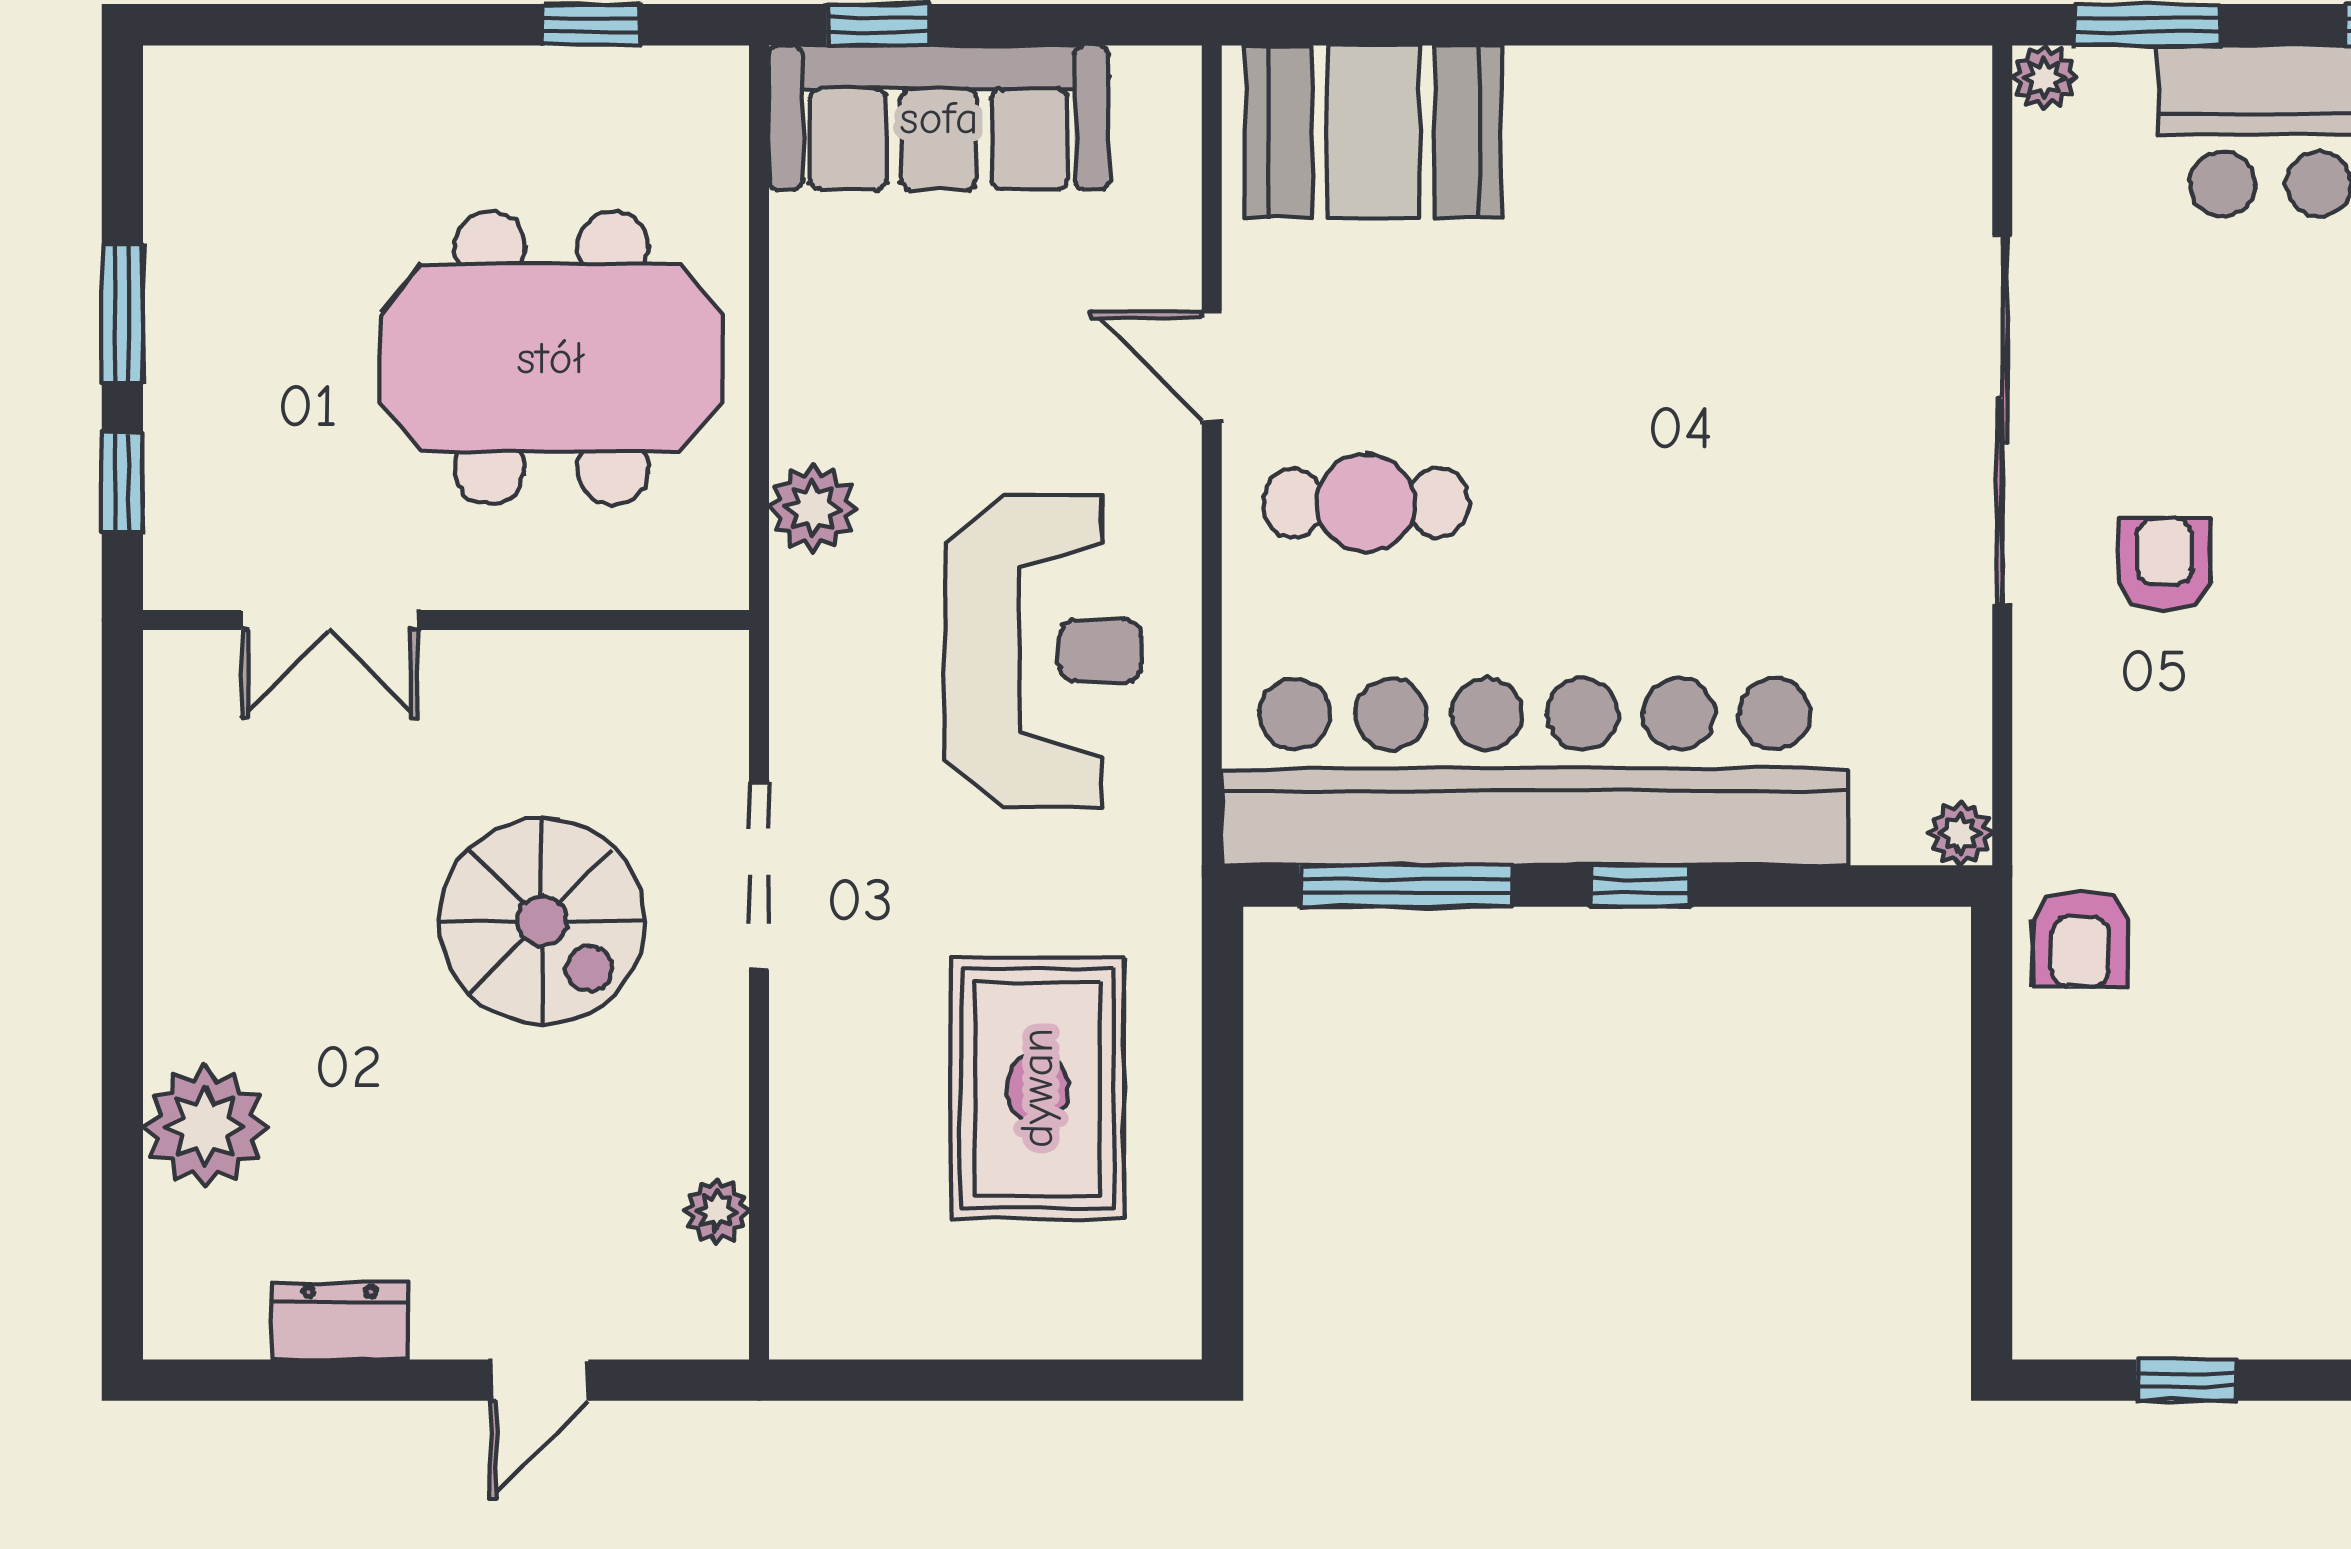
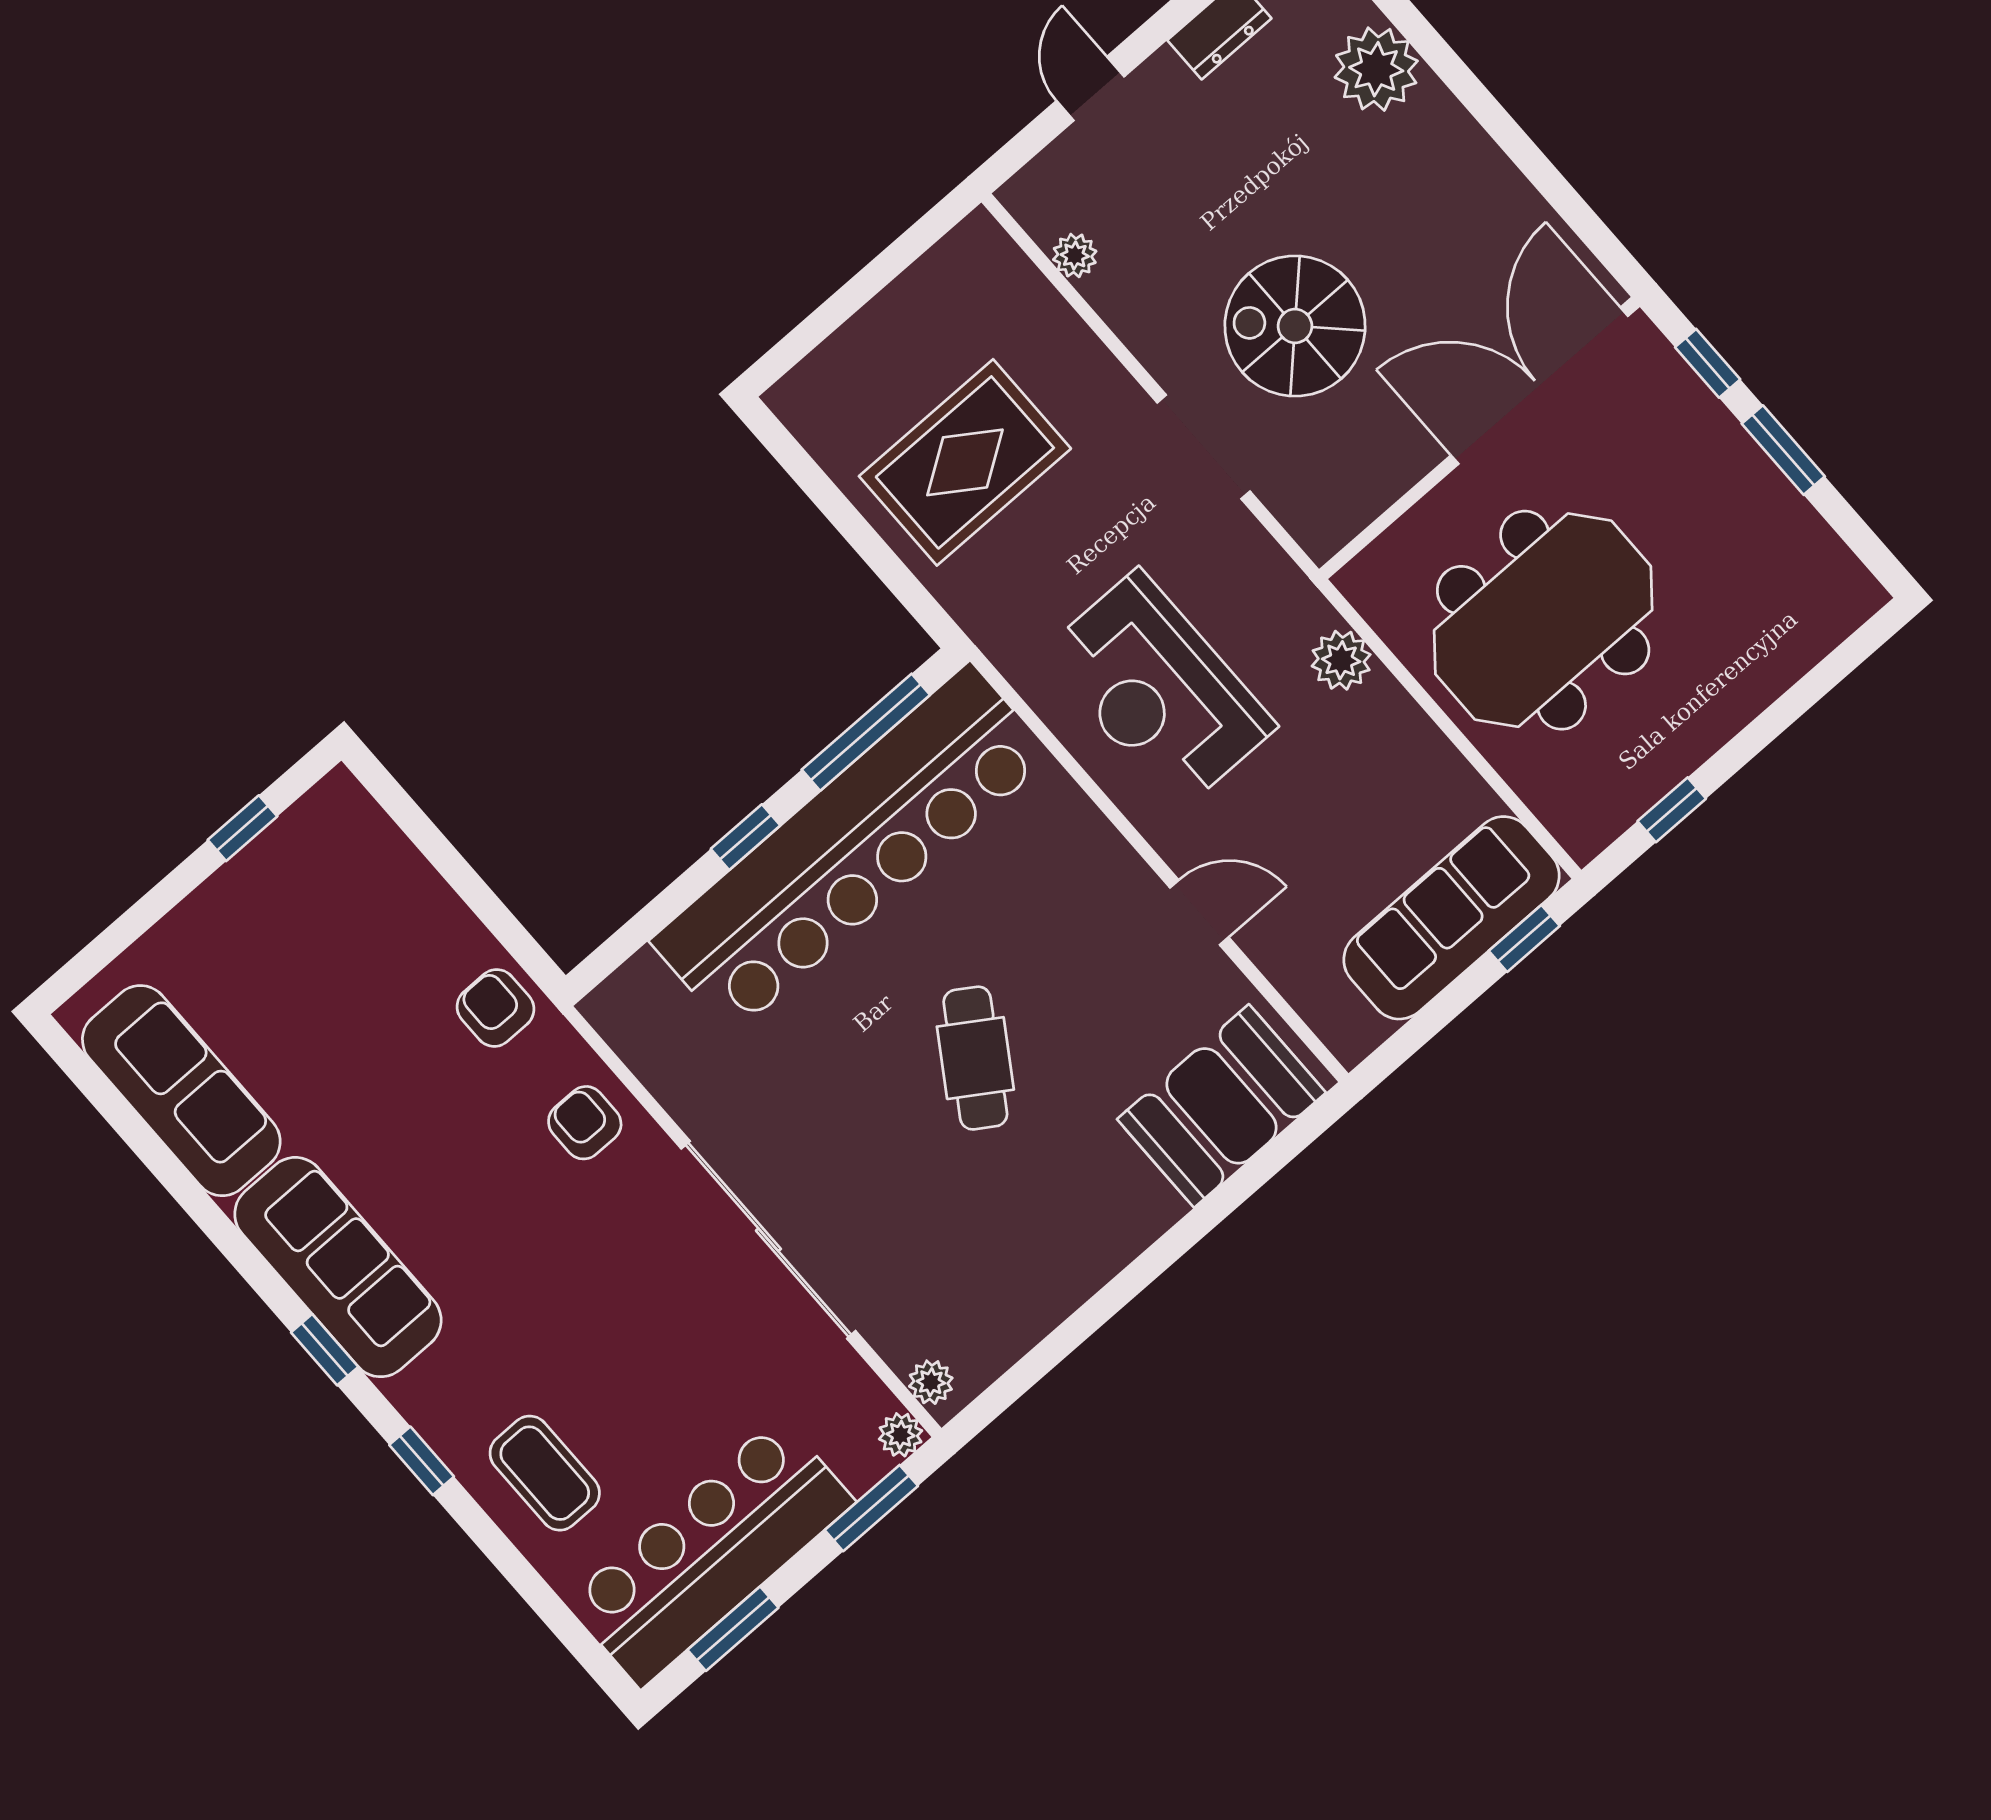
cafe table: (1366, 503) -> (975, 1058), moved, turned -57
armchair: (2164, 564) -> (585, 1123), moved, turned 180
double door: (329, 620) -> (1539, 386), width x1.87
plant: (1960, 833) -> (931, 1382), moved
rug: (1037, 1088) -> (965, 462), turned 90

